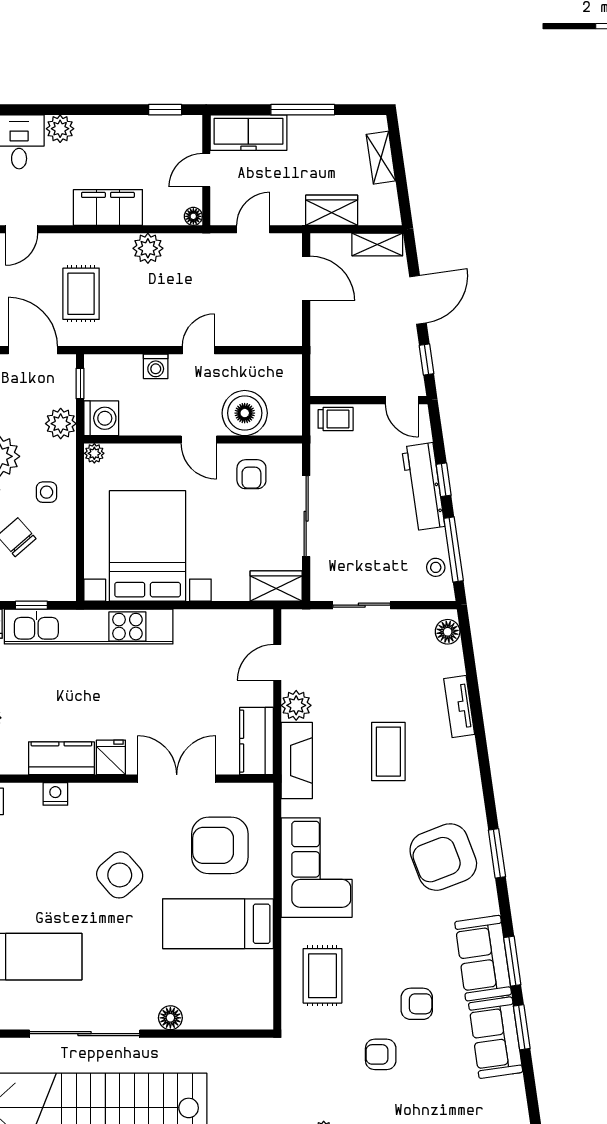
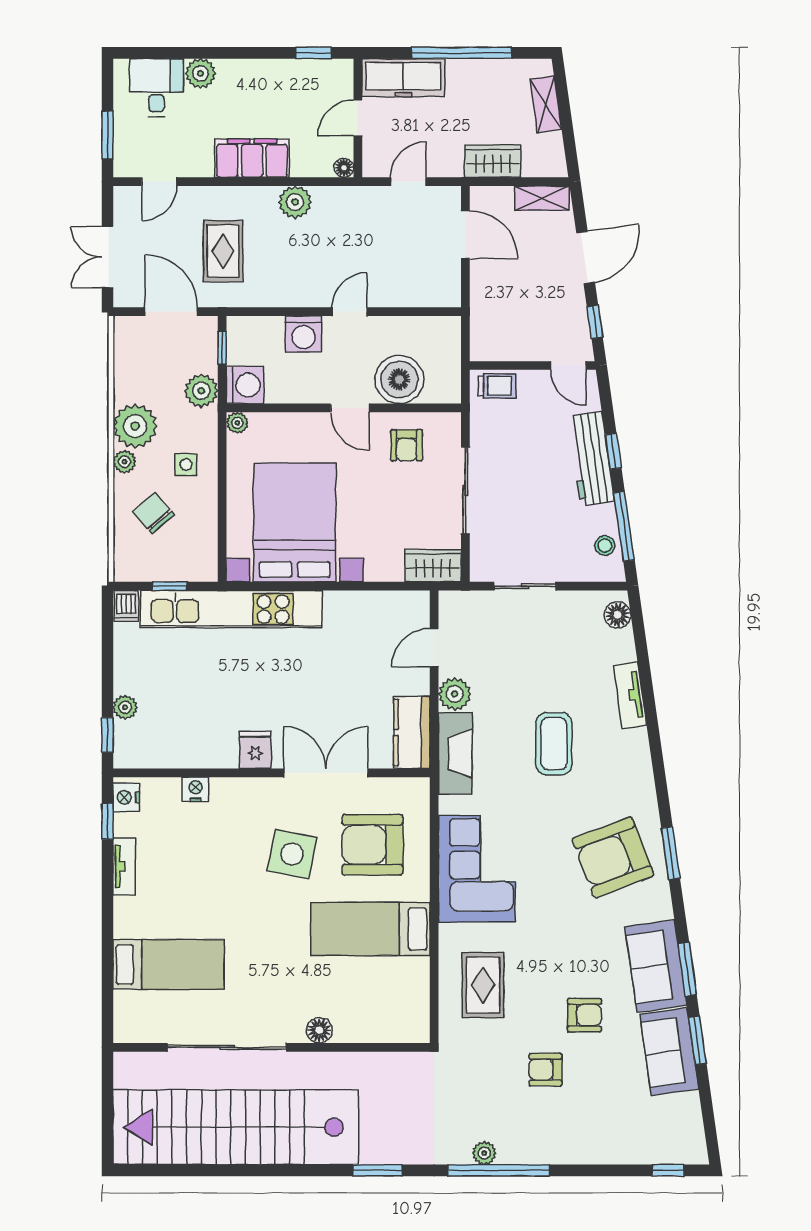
window: (303, 110) -> (462, 53), width x1.46
washing machine: (156, 366) -> (303, 334), width x1.38, depth x1.38
kitchen counter: (61, 758) -> (202, 751), removed
side table: (120, 875) -> (292, 854), moved, turned -38

